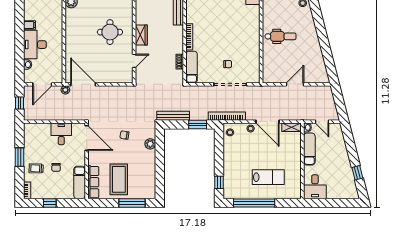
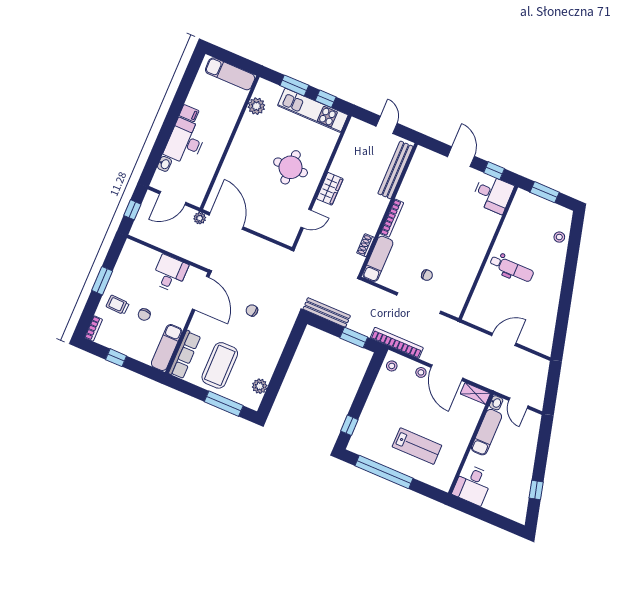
plant: (150, 144) -> (260, 386), moved

